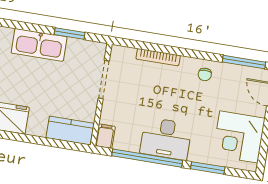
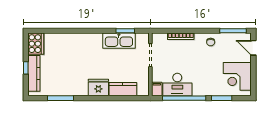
kitchen sink: (39, 45) -> (119, 41), moved
kitchen counter: (70, 130) -> (123, 89), moved
desk: (166, 139) -> (177, 85), moved

